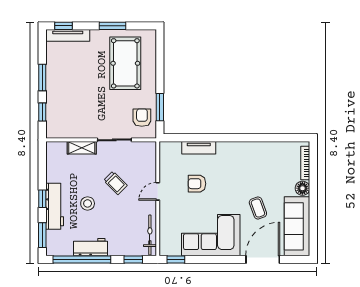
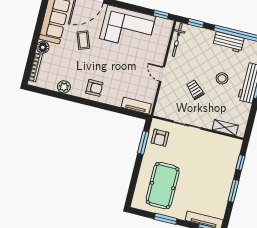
shelving: (82, 148) -> (225, 128), moved
tv unit: (199, 148) -> (136, 106), moved
plant: (267, 149) -> (64, 87), added
armchair: (197, 184) -> (94, 88), moved
door: (158, 191) -> (162, 74), swing flipped

